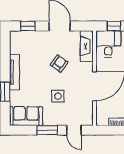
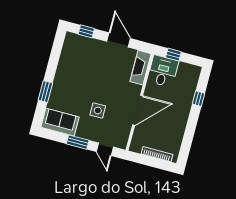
armchair: (59, 64) -> (108, 78), removed
tv unit: (14, 72) -> (60, 75), removed

